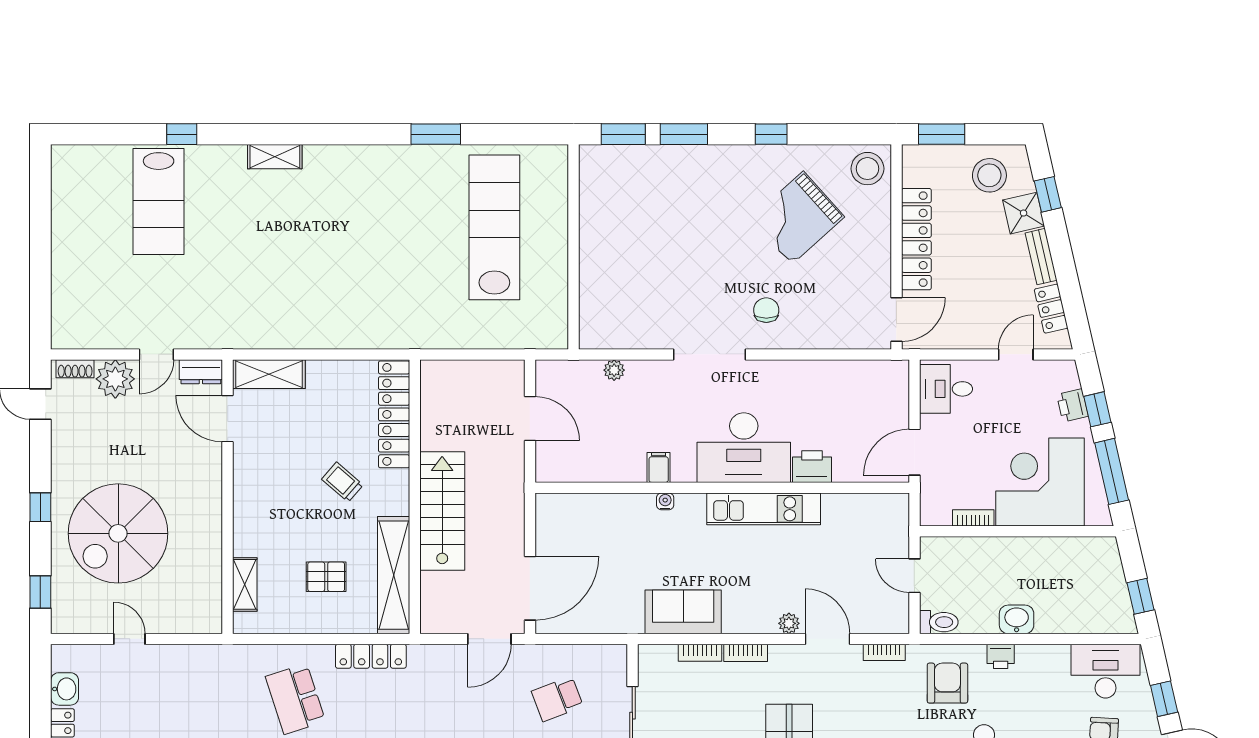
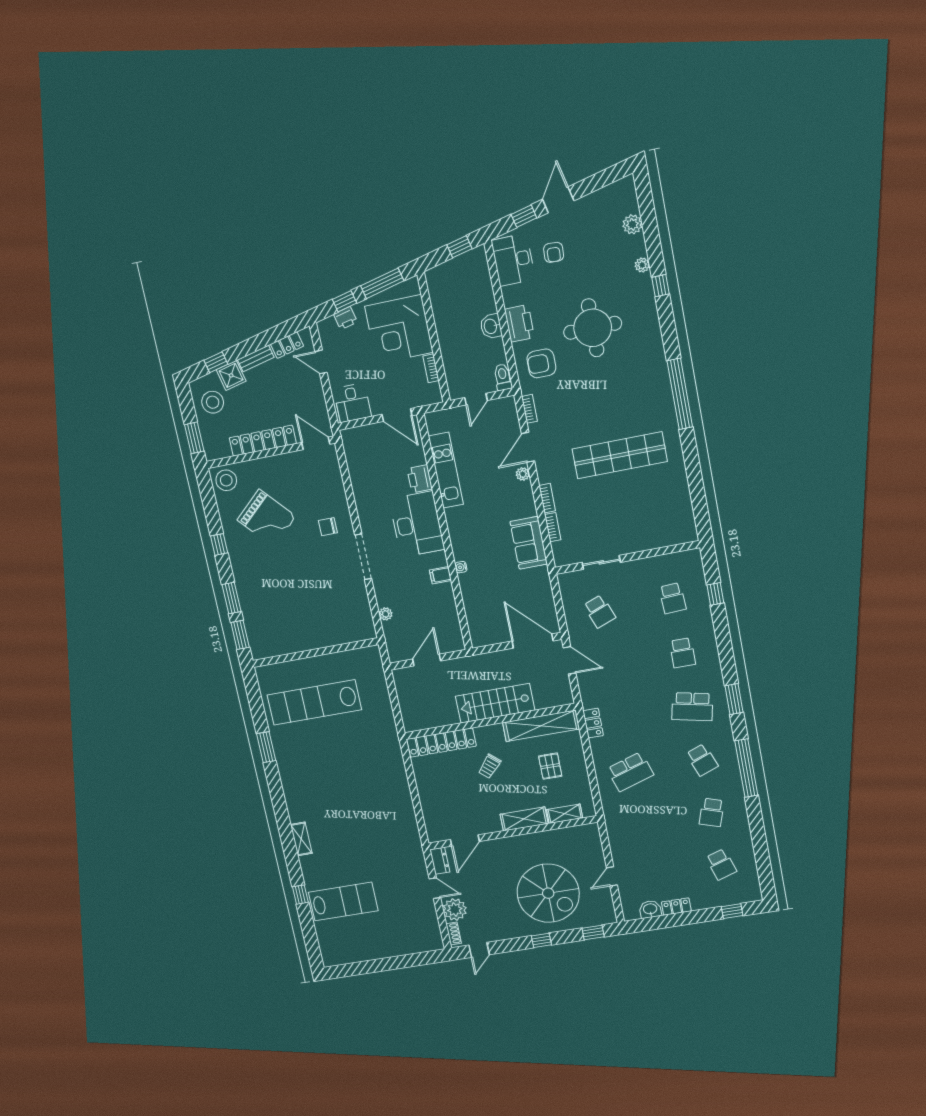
shelving: (269, 374) -> (524, 819), moved, turned 90
kitchen unit: (764, 509) -> (446, 470), moved
locker: (371, 656) -> (593, 723), width x0.66
printer: (1001, 656) -> (519, 323), width x1.87, depth x1.48

